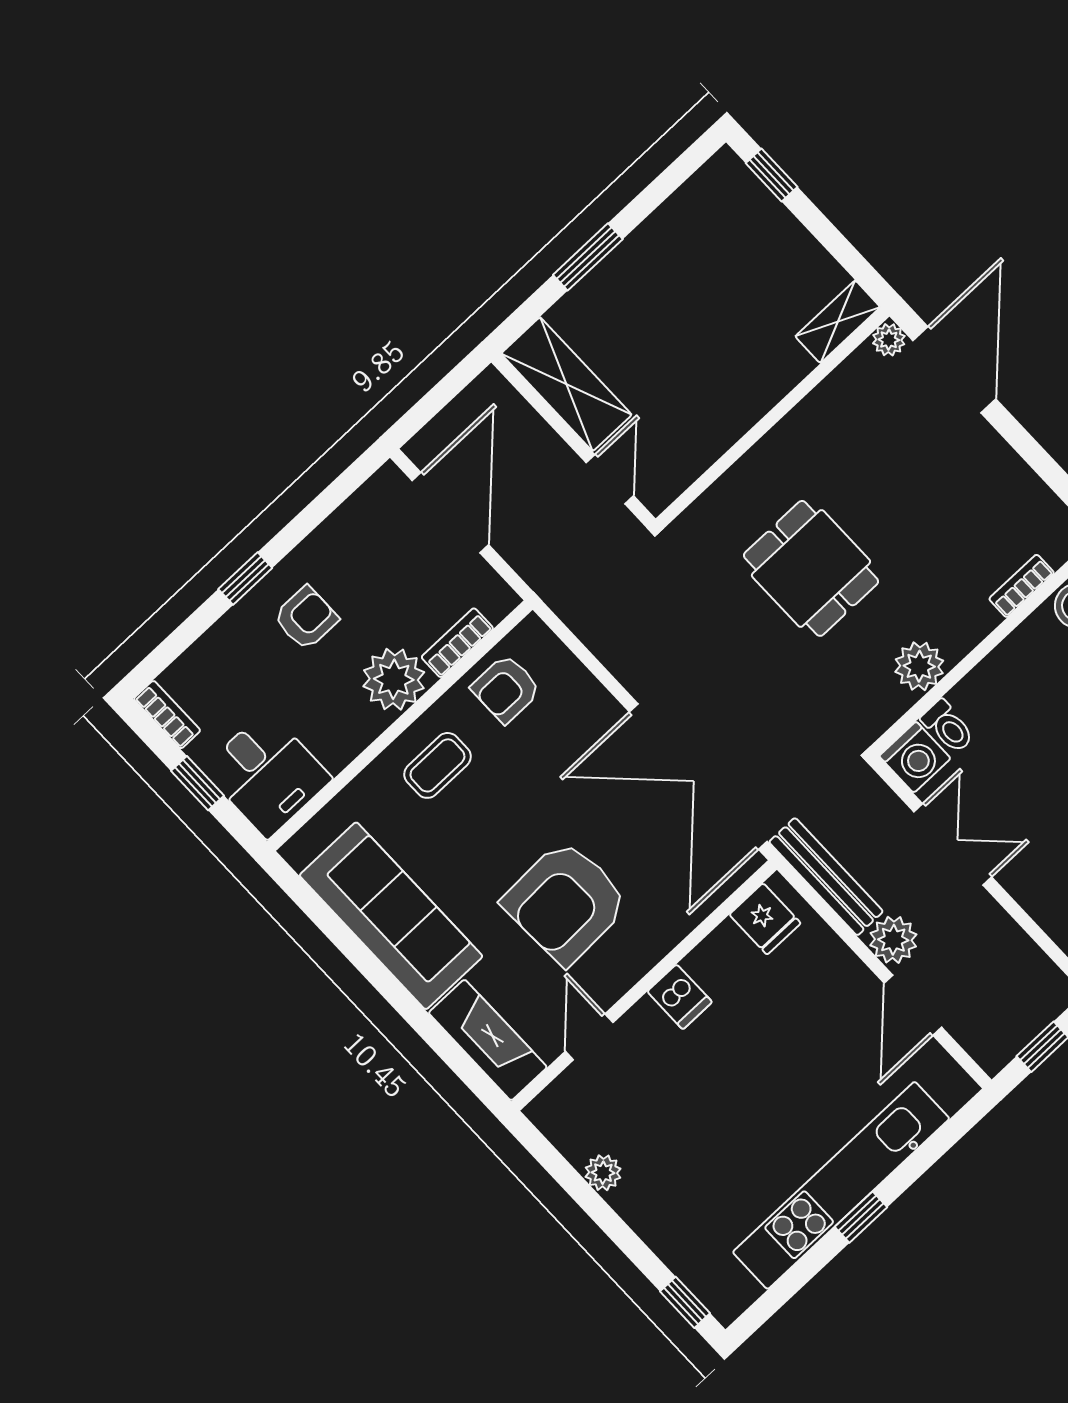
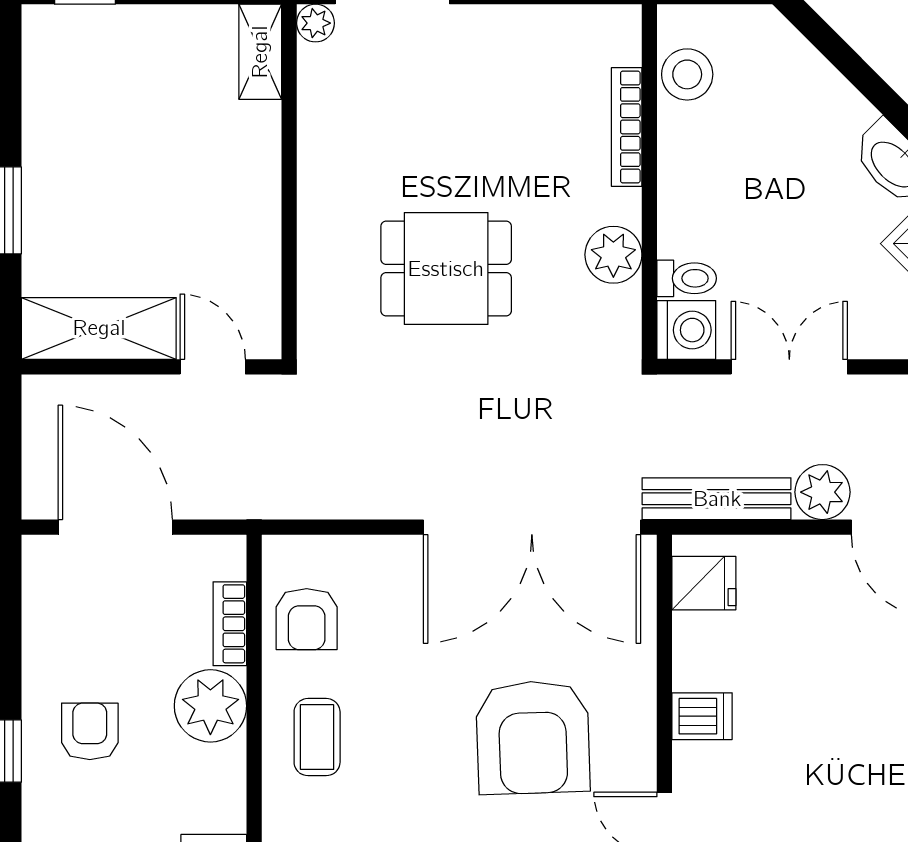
bookcase: (1022, 586) -> (627, 127), width x1.56

